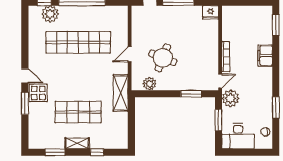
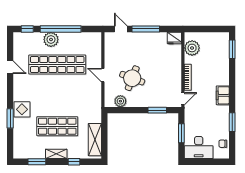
plant: (50, 14) -> (51, 39), moved
door: (130, 54) -> (103, 75), hinge flipped
filing cabinet: (265, 56) -> (223, 95), moved
door: (25, 76) -> (10, 67), moved
shelving: (121, 93) -> (95, 140), moved
plant: (230, 98) -> (192, 48), moved

